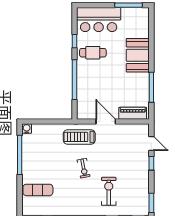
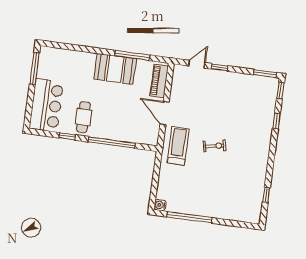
booth: (138, 55) -> (115, 69), moved
door: (106, 122) -> (165, 113), hinge flipped
treadmill: (79, 137) -> (178, 146), turned 180
exercise mat: (38, 190) -> (232, 202), removed
exercise bike: (109, 191) -> (245, 121), removed

